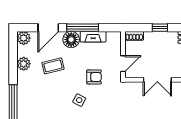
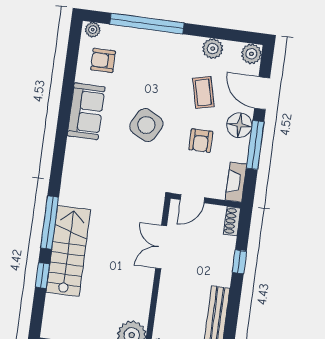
fireplace: (93, 37) -> (236, 182), moved
door: (123, 64) -> (192, 199), hinge flipped
armchair: (94, 77) -> (201, 141), moved
side table: (79, 100) -> (146, 125), width x1.87, depth x1.87

